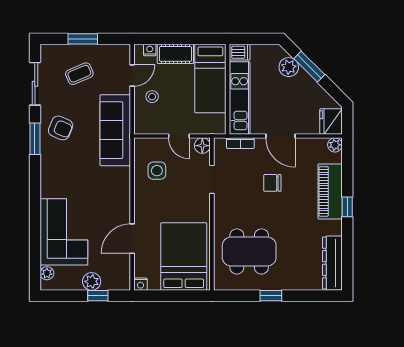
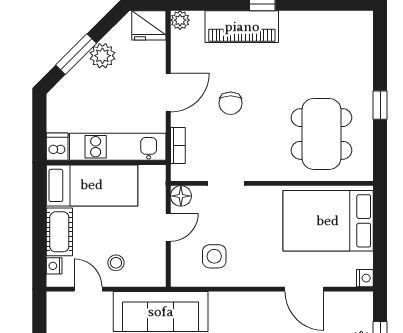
plant: (289, 67) -> (102, 56), moved
dresser: (332, 263) -> (337, 24), removed

